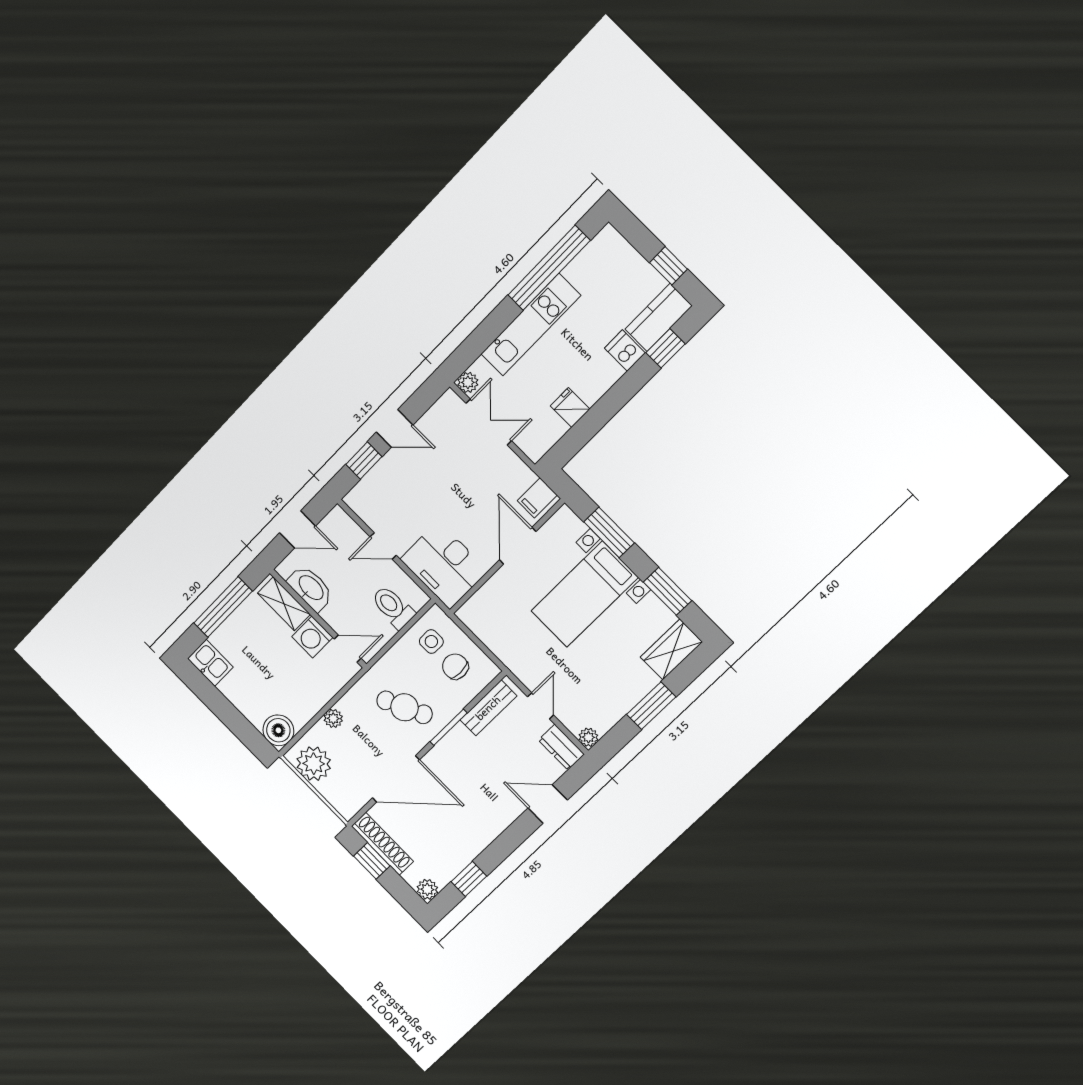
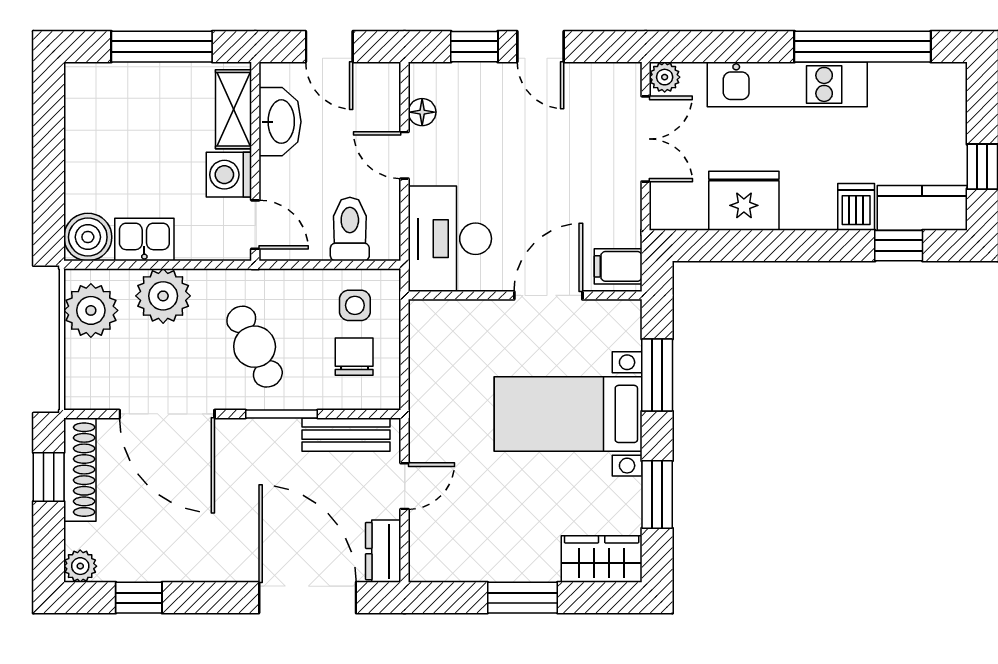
fridge: (570, 408) -> (744, 201), width x1.88, depth x1.34
floor lamp: (371, 517) -> (422, 112), added
kitchen sink: (210, 663) -> (144, 239), moved, turned -90
plant: (333, 718) -> (163, 296), width x1.88, depth x1.88
plant: (588, 737) -> (423, 568), removed
door: (548, 804) -> (308, 598), width x1.88

